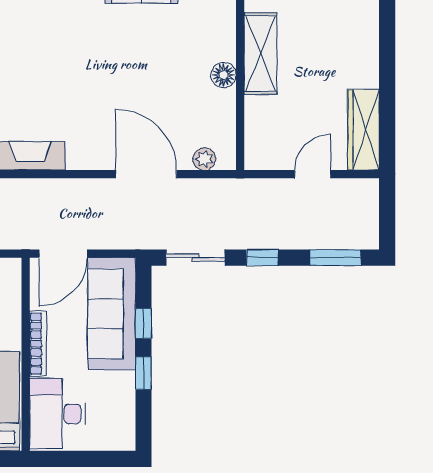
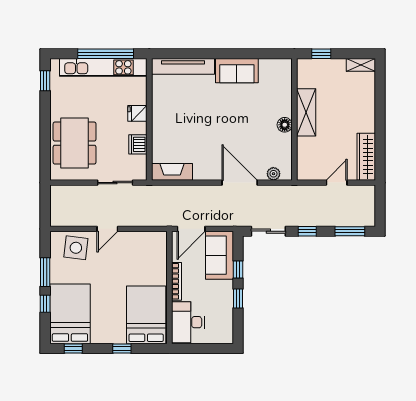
sofa: (112, 314) -> (219, 255), width x0.73

